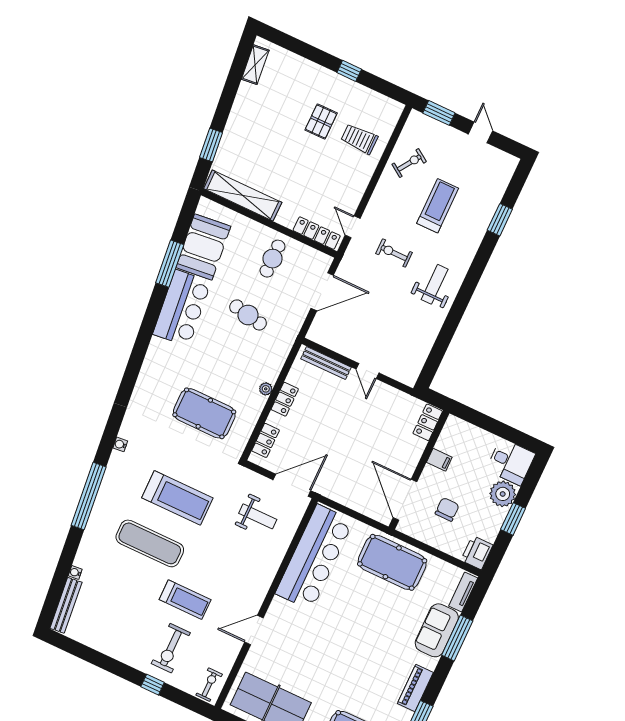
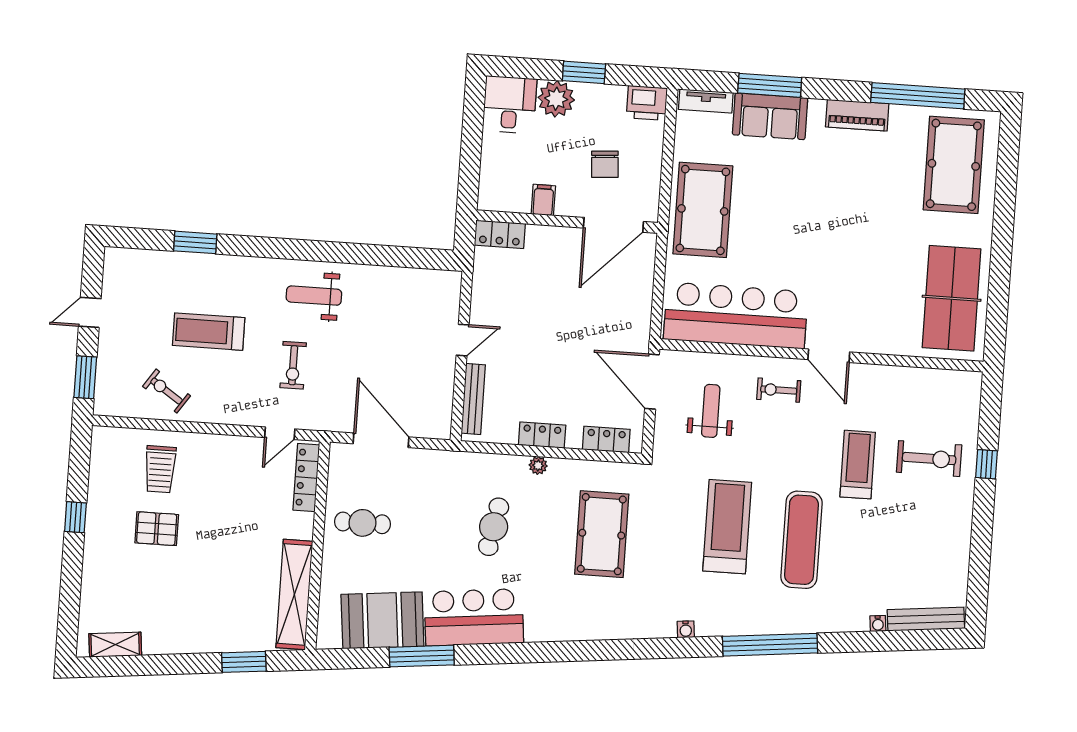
cafe table: (248, 315) -> (494, 527), moved
chair: (447, 509) -> (605, 164), turned -94
door: (254, 630) -> (829, 356), moved
exercise bike: (209, 685) -> (779, 390), moved

